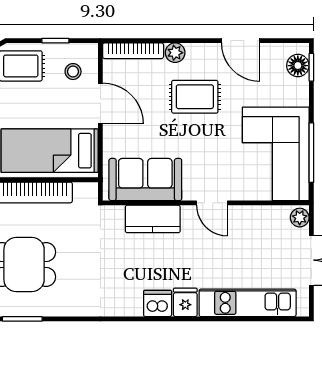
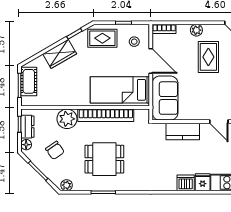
bookcase: (133, 51) -> (164, 29), width x0.64
rug: (195, 97) -> (208, 57), turned 90
sofa: (145, 180) -> (165, 98), moved, turned 90

